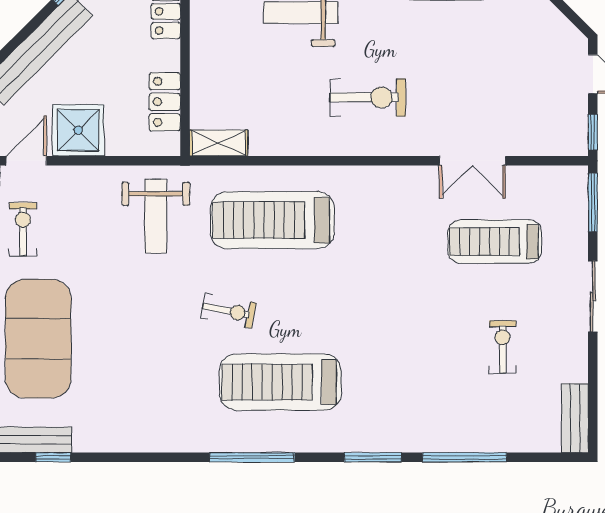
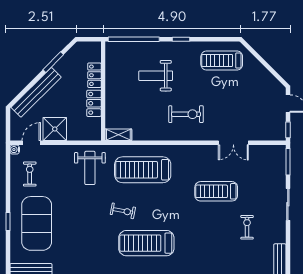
locker: (165, 102) -> (94, 103), moved
treadmill: (495, 242) -> (216, 191), moved

